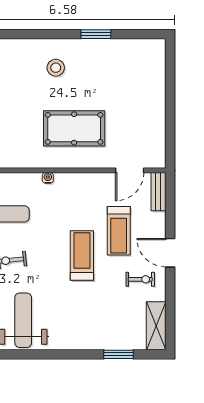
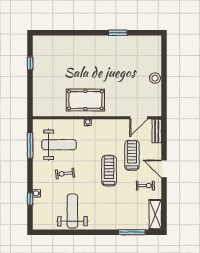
stool: (56, 68) -> (155, 78), moved
pool table: (74, 128) -> (85, 100), moved
treadmill: (119, 231) -> (132, 155), turned 180
window: (119, 354) -> (132, 232), width x1.44

